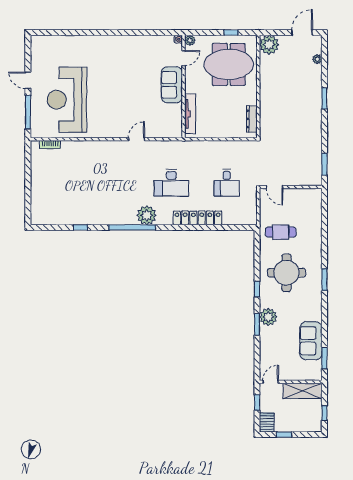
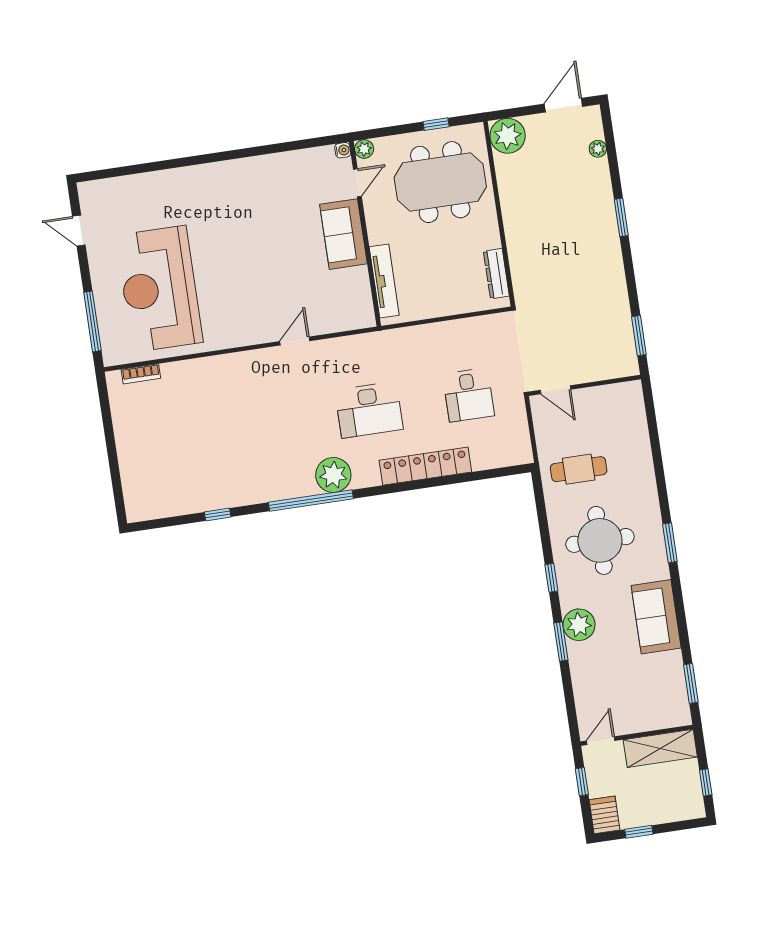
door: (28, 80) -> (79, 231), moved
sofa: (311, 341) -> (656, 617), moved

